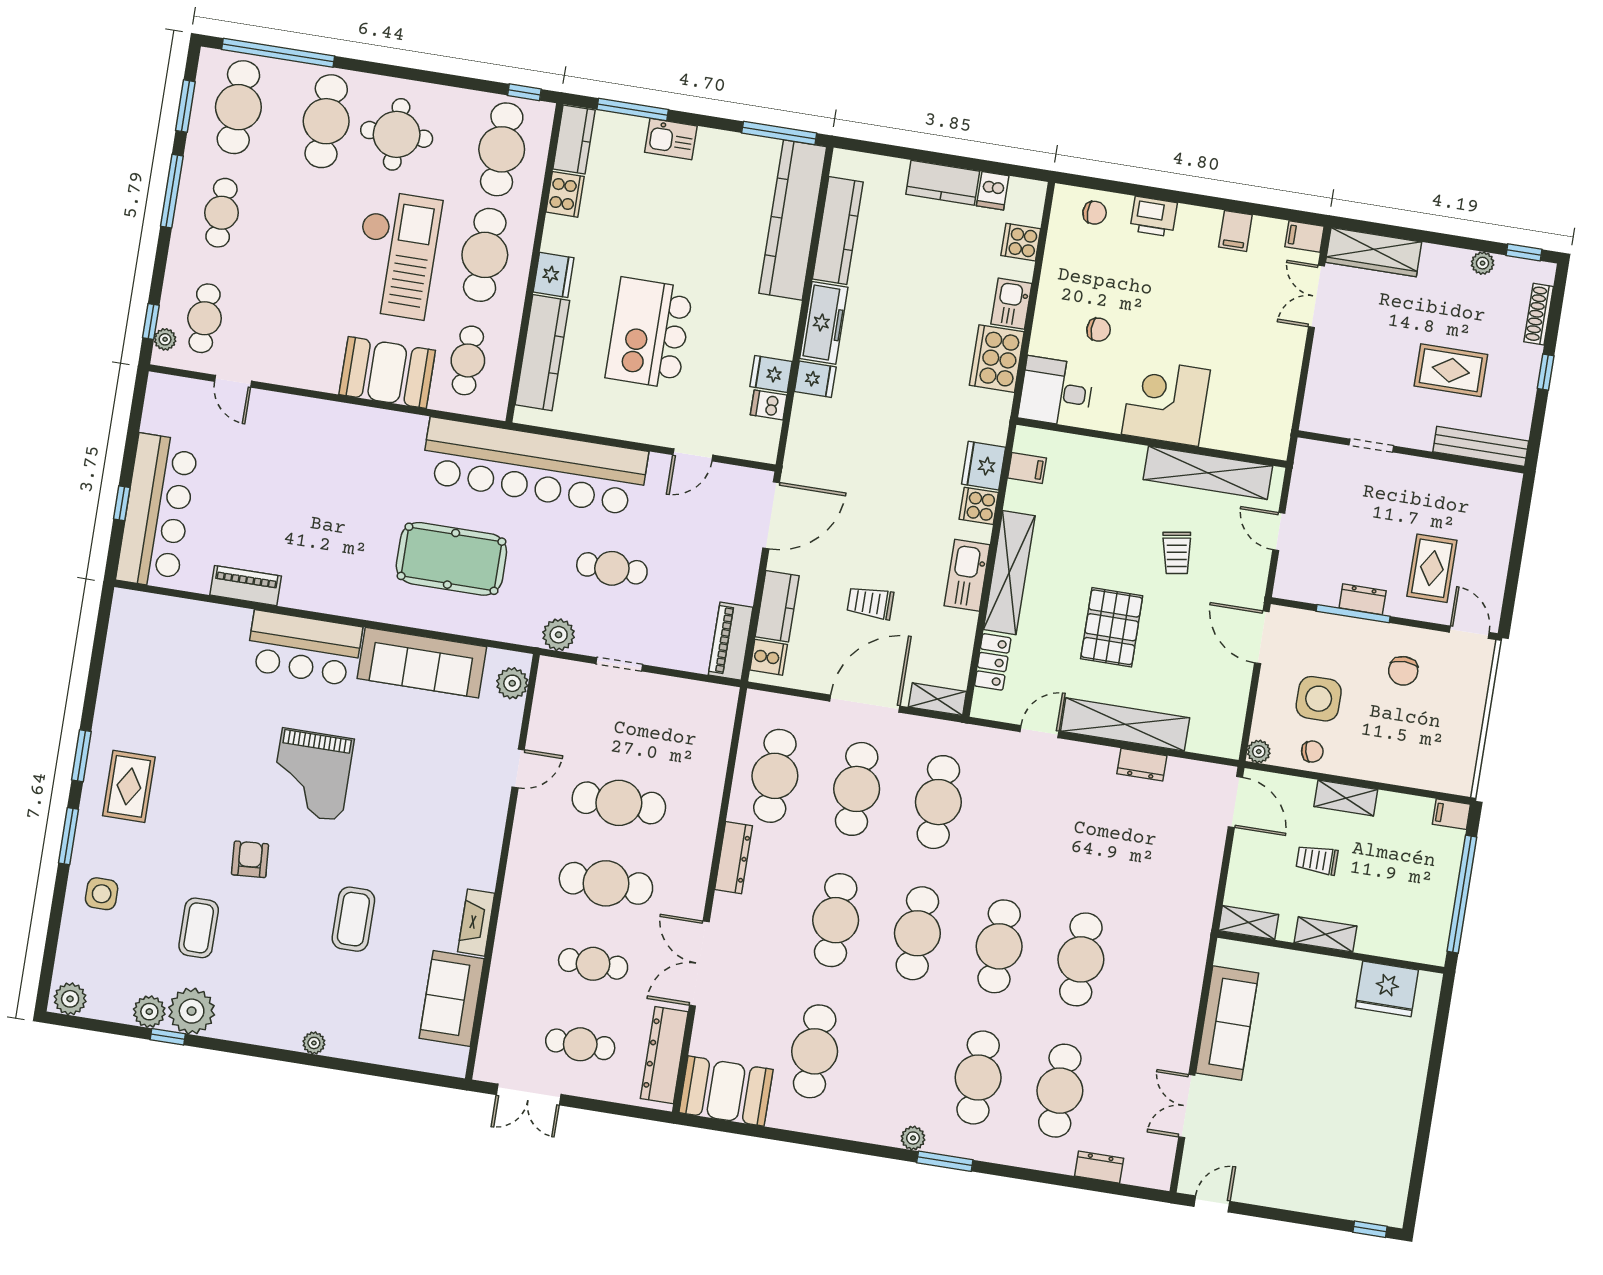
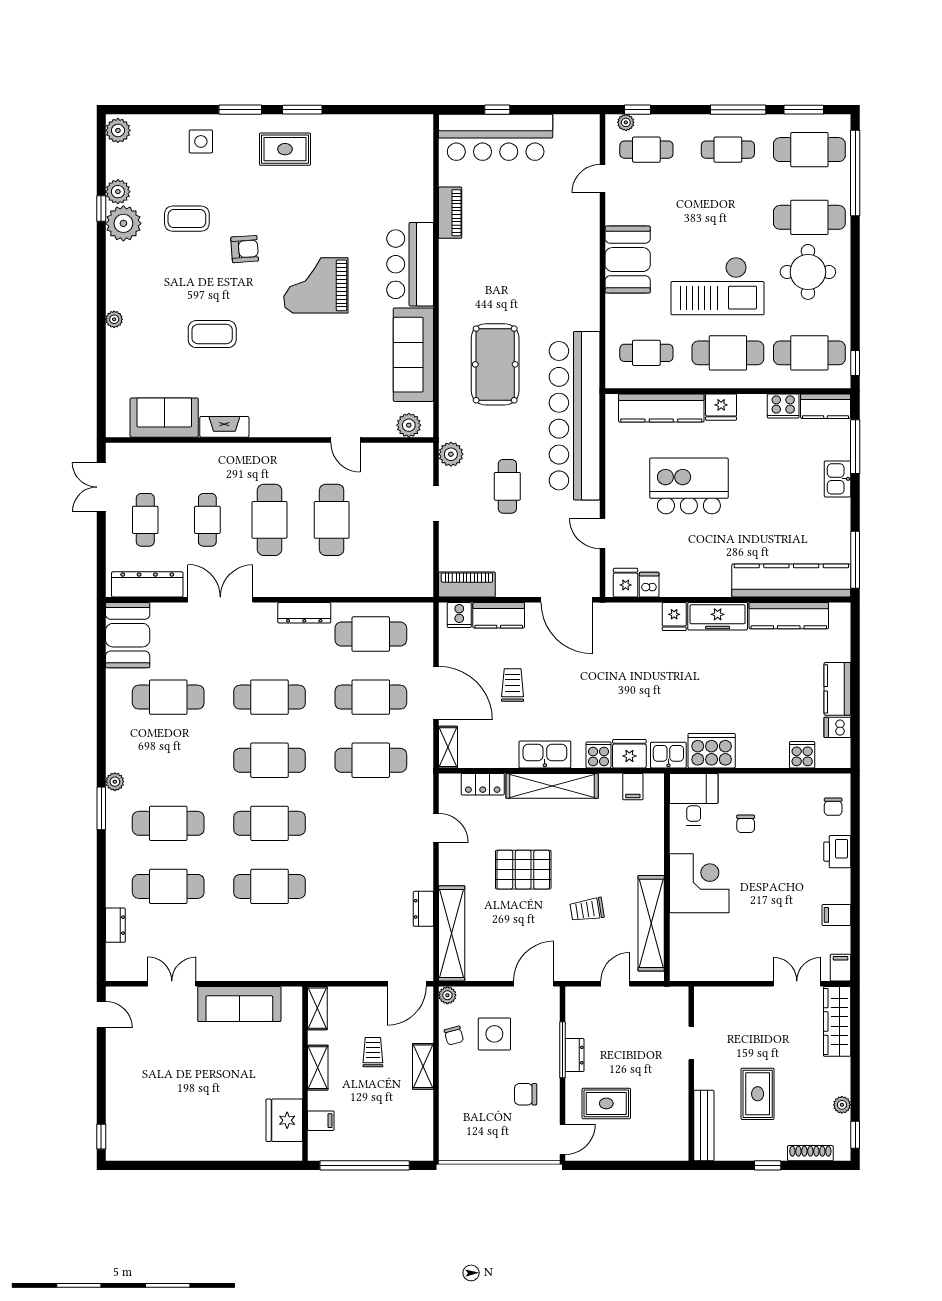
kitchen sink: (1011, 304) -> (668, 755), moved
booth: (387, 372) -> (628, 260), moved
fridge: (771, 374) -> (626, 583), moved
shelving: (1125, 724) -> (452, 933), moved
filing cabinet: (1451, 814) -> (321, 1121), moved, turned 90

